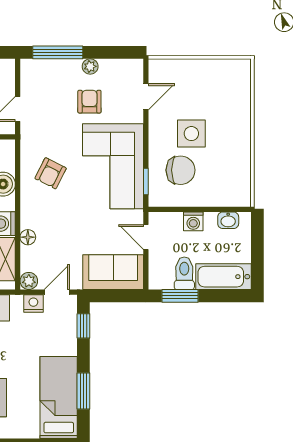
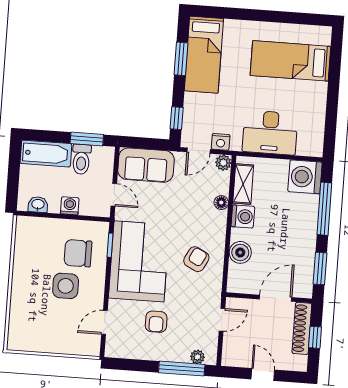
plant: (90, 66) -> (197, 357), moved

